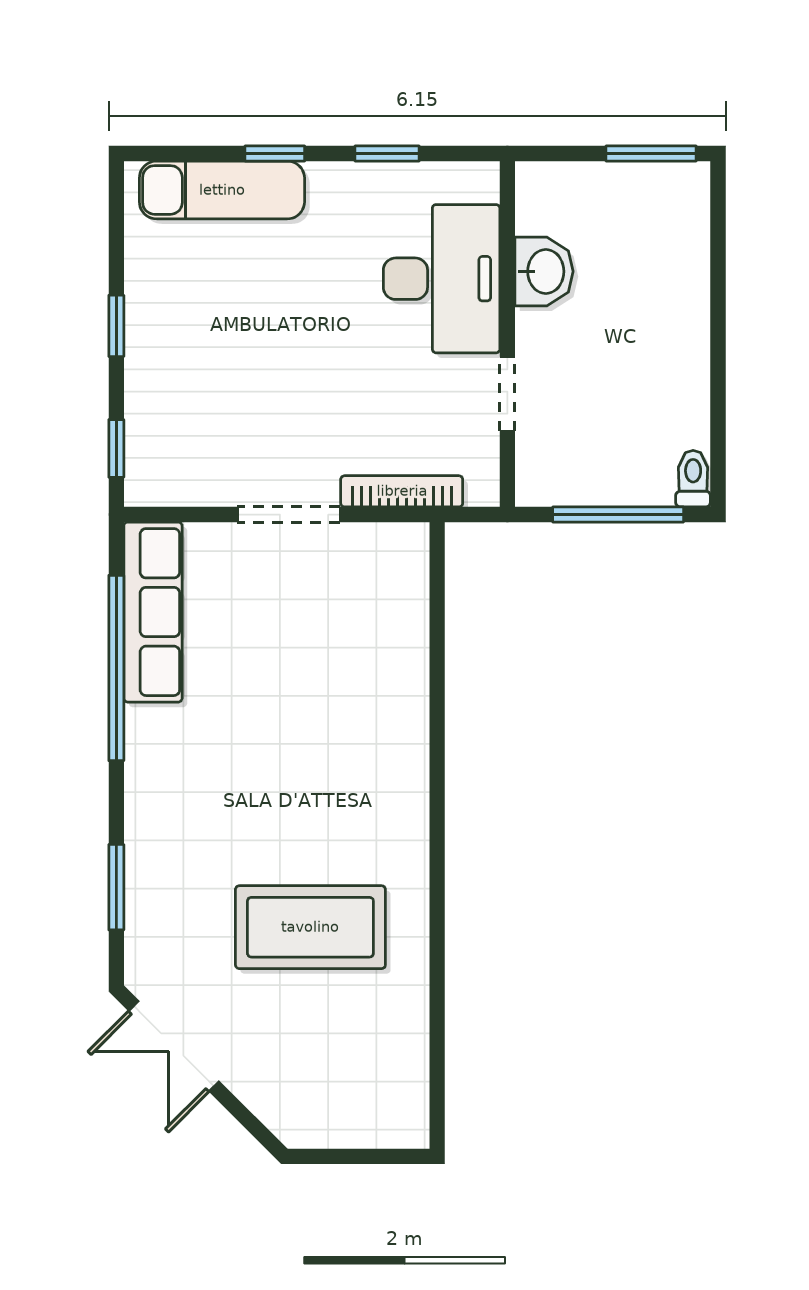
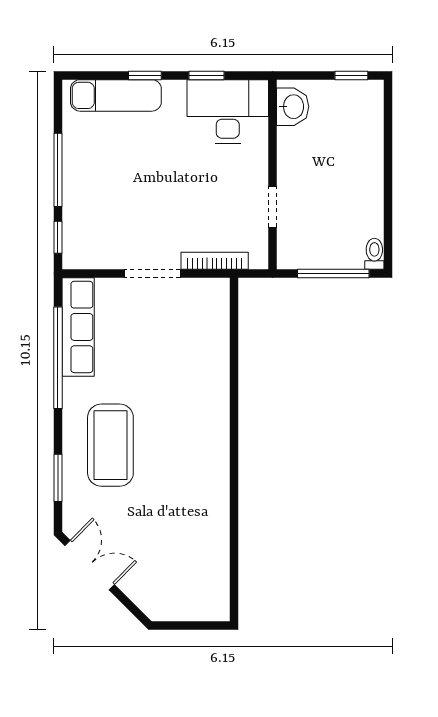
window: (651, 153) -> (351, 75), width x0.67
washbasin: (544, 271) -> (293, 107), moved
desk: (442, 279) -> (228, 111), moved, turned -90
window: (116, 326) -> (58, 170), width x2.17
coffee table: (310, 927) -> (110, 445), moved, turned 90
double door: (174, 1046) -> (90, 565), swing flipped

